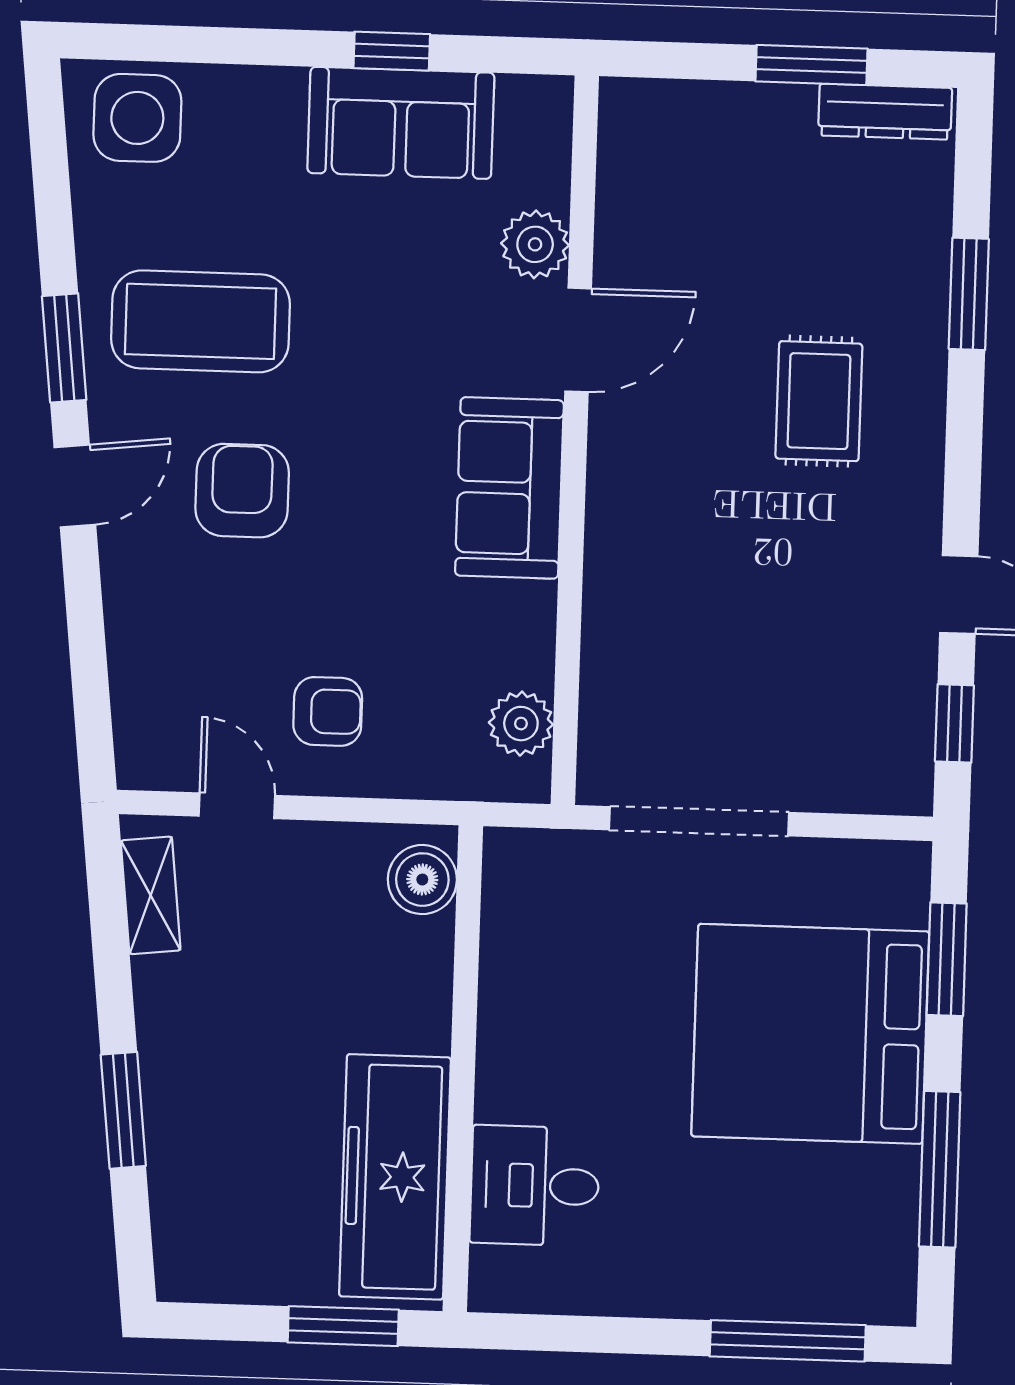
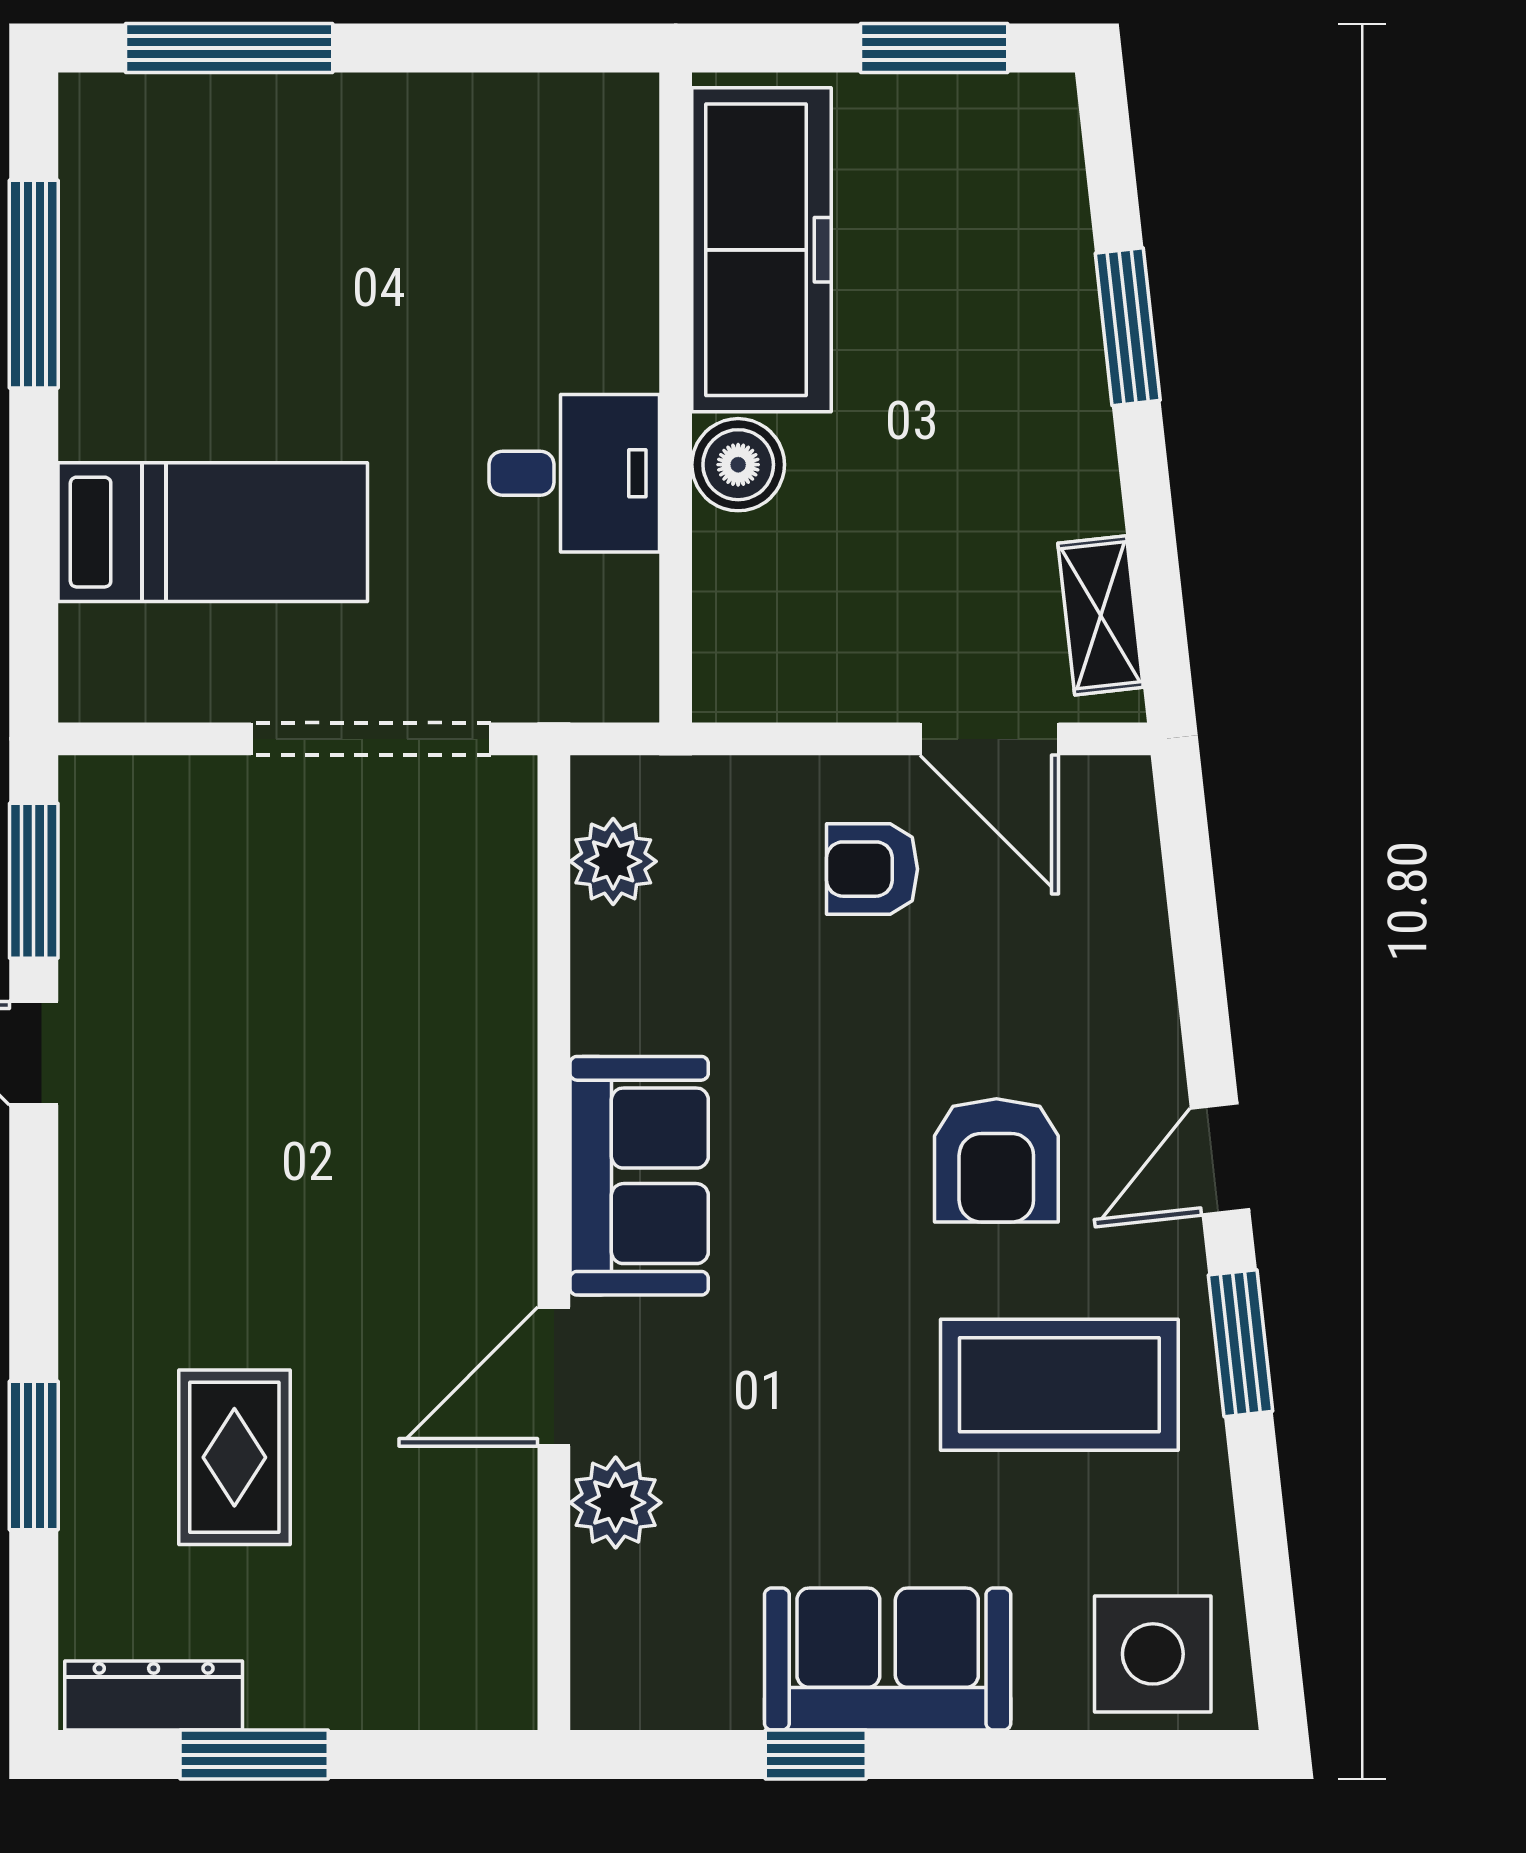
sofa: (401, 123) -> (888, 1659), moved
rug: (819, 401) -> (234, 1457), moved
window: (954, 723) -> (34, 881), width x1.50
door: (237, 806) -> (989, 739), width x1.38
boiler: (422, 880) -> (738, 465), moved
window: (947, 959) -> (34, 565), removed
bed: (810, 1034) -> (213, 532), width x0.49
desk: (535, 1186) -> (574, 473), moved
window: (343, 1326) -> (934, 48), moved

